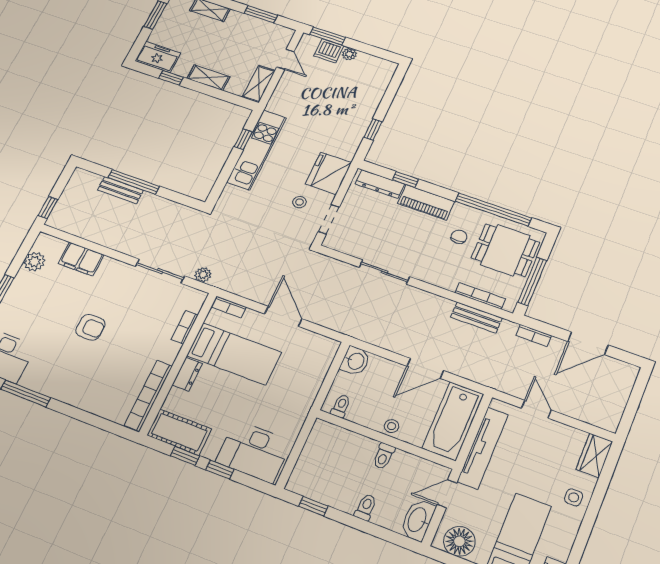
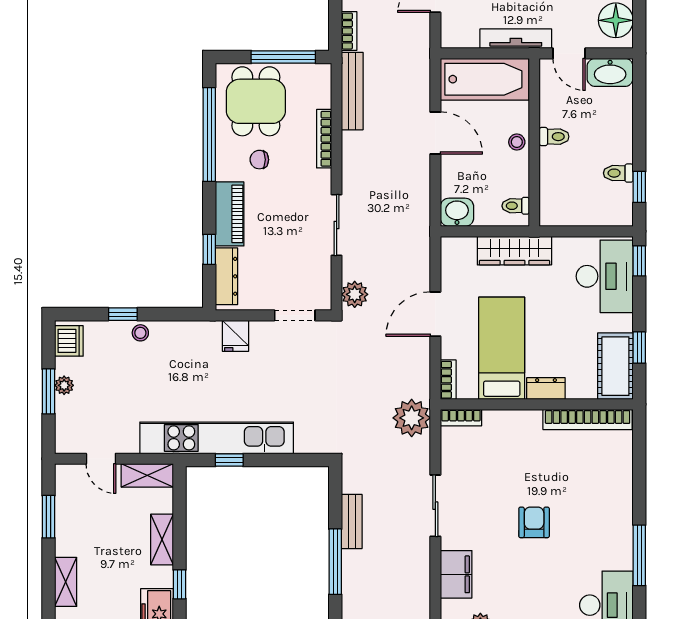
window: (328, 36) -> (49, 391), moved
dishwasher: (329, 51) -> (69, 341), moved
door: (285, 59) -> (101, 459), swing flipped
window: (373, 129) -> (123, 314), moved
kitchen unit: (257, 150) -> (217, 438), width x1.36
fridge: (328, 173) -> (236, 336), width x0.53, depth x0.75
bench: (120, 190) -> (352, 522), moved
stool: (300, 202) -> (140, 333), moved
plant: (325, 266) -> (355, 294), added
sliding door: (160, 271) -> (435, 506), moved
plant: (203, 275) -> (412, 418), width x1.88, depth x1.88
bookcase: (480, 296) -> (324, 139), moved
bench: (476, 318) -> (352, 91), width x1.36
bookcase: (185, 327) -> (461, 418), moved
wardrobe: (306, 392) -> (514, 251), added
tv unit: (483, 448) -> (516, 39), width x0.73, depth x0.78
window: (220, 470) -> (639, 261), moved
toilet: (366, 507) -> (618, 173), moved

